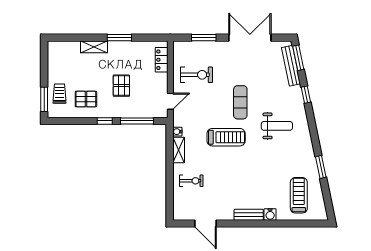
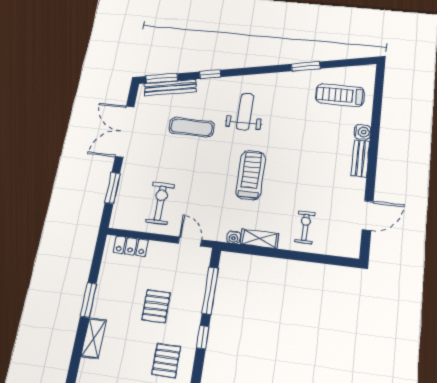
pallet: (121, 86) -> (156, 306), turned 90
exercise mat: (240, 102) -> (191, 127), moved

